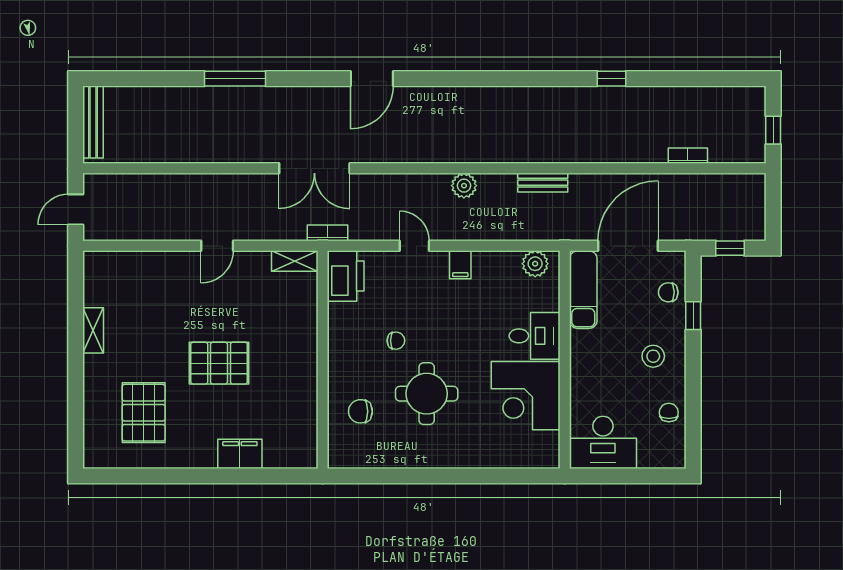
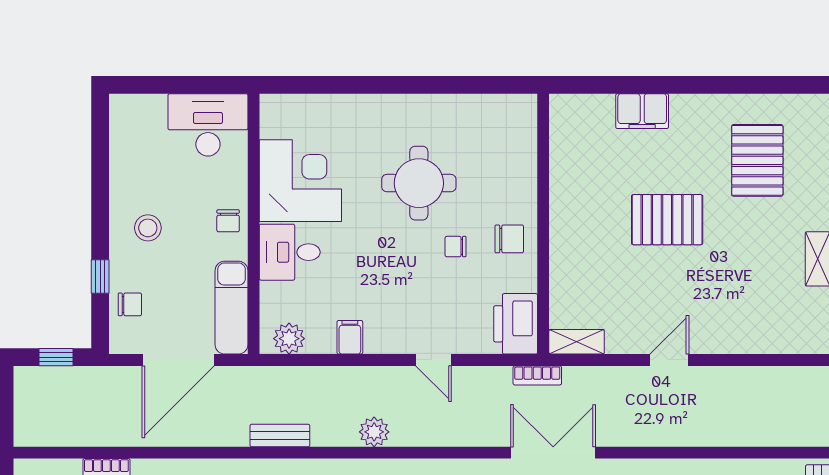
filing cabinet: (460, 265) -> (350, 337), moved
chair: (360, 411) -> (509, 239), moved
chair: (669, 412) -> (228, 221), moved

